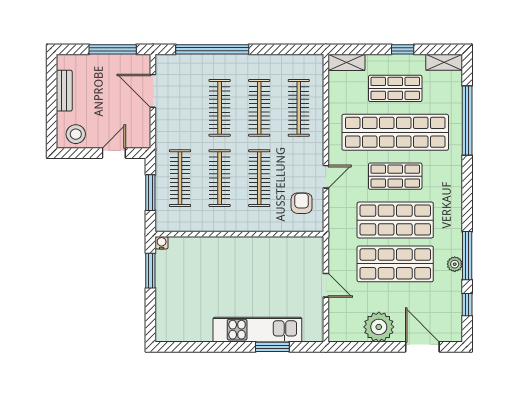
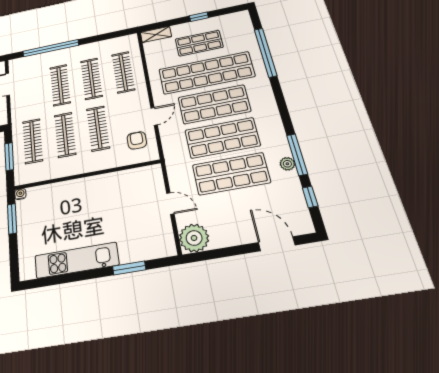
shelving: (444, 62) -> (235, 18), removed
shop shelf: (395, 176) -> (214, 104), width x1.43, depth x1.36
plant: (379, 327) -> (194, 238), moved
kitchen unit: (257, 330) -> (77, 260), moved

